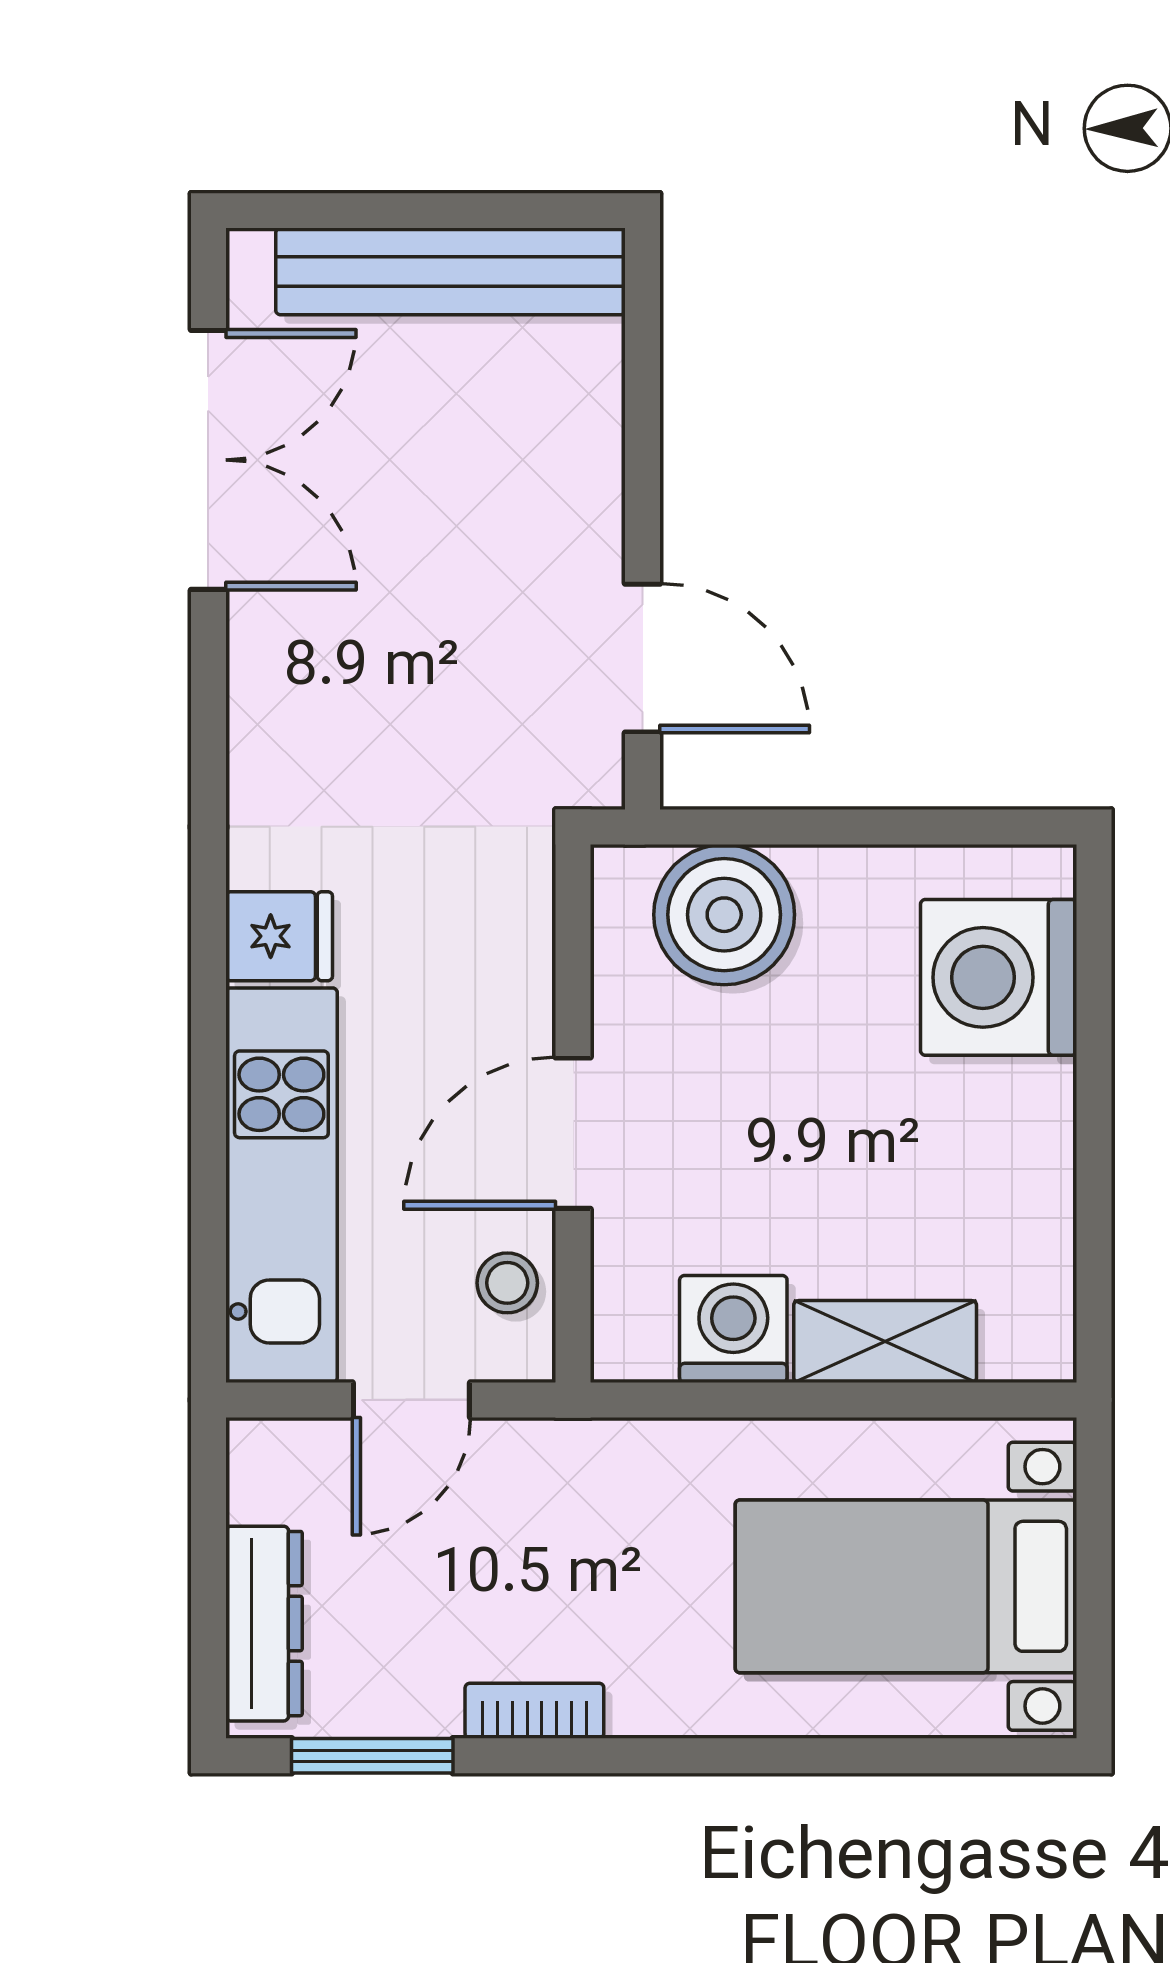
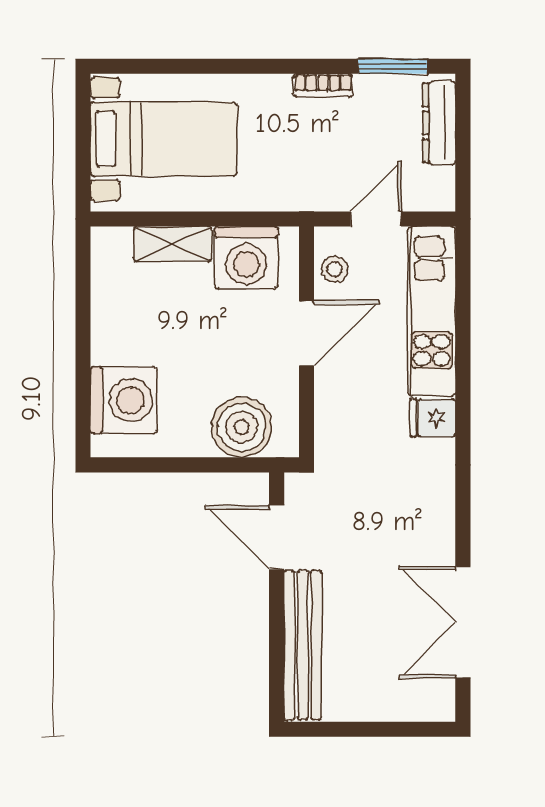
bench: (450, 271) -> (303, 645), moved, turned 90
washing machine: (733, 1329) -> (246, 258), width x1.37, depth x1.37

